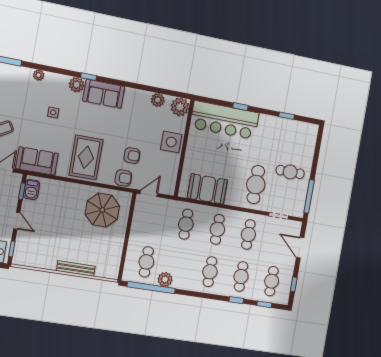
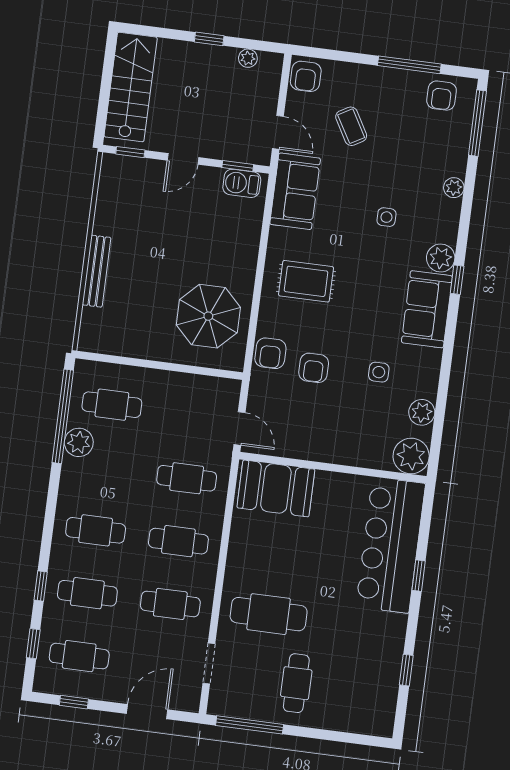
side table: (171, 142) -> (379, 372), moved, width x0.54, depth x0.54
rug: (86, 157) -> (306, 281), width x0.73, depth x0.70
booth: (207, 189) -> (276, 488), moved, turned 90
door: (149, 194) -> (239, 429), moved

